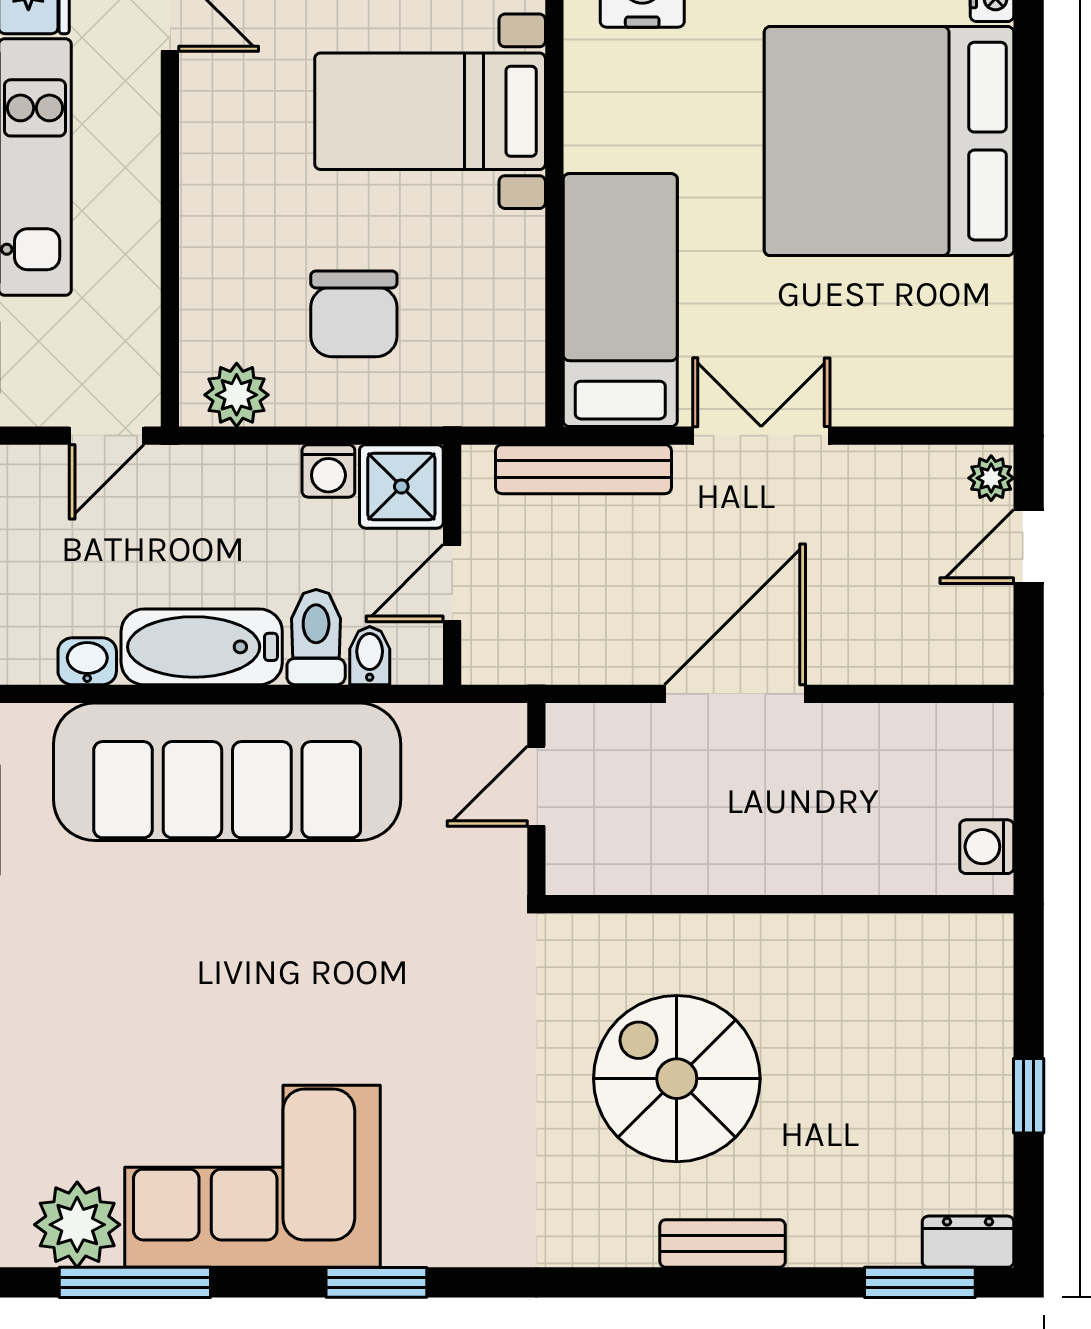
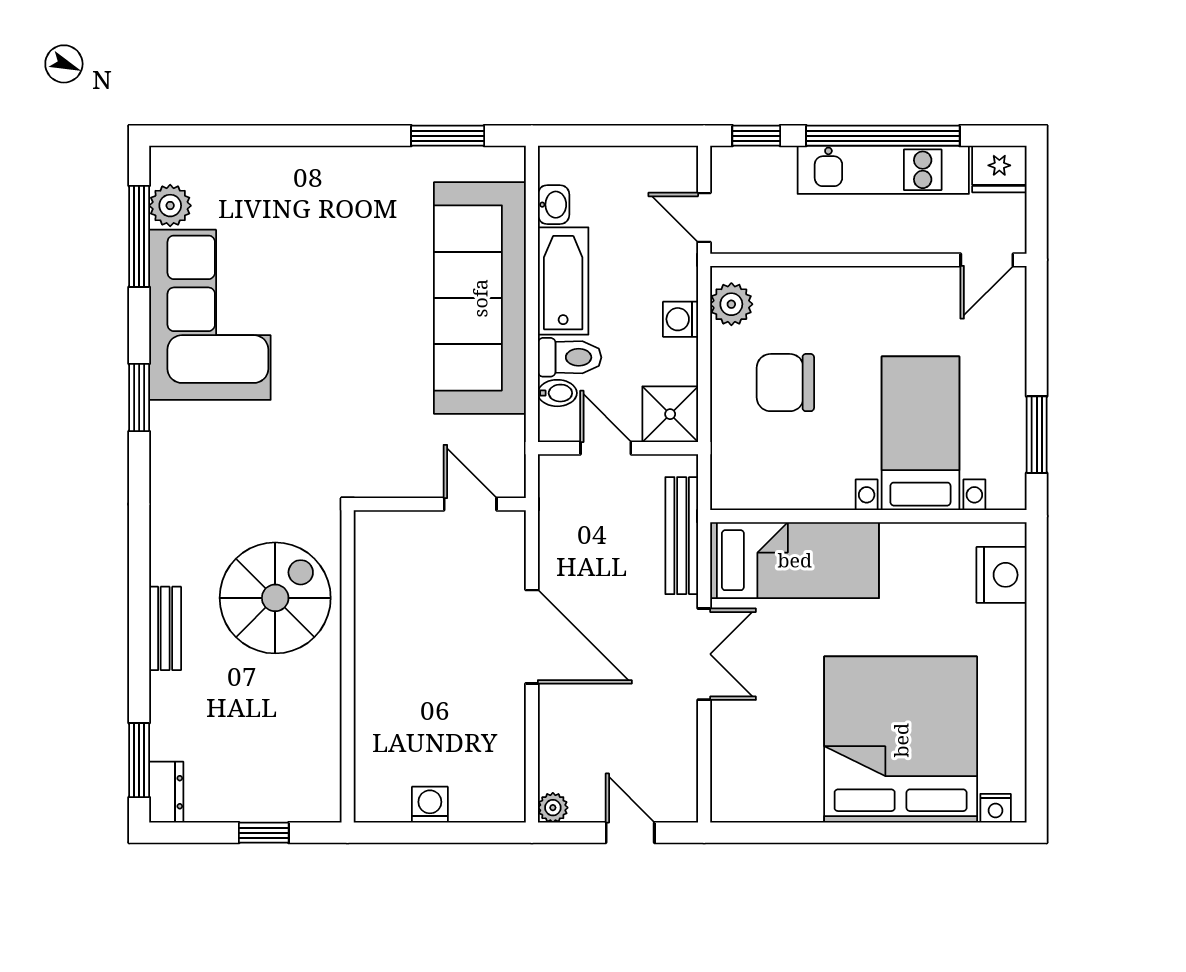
washing machine: (328, 471) -> (681, 319), moved
plant: (991, 478) -> (553, 808), moved
wall: (779, 904) -> (348, 666), moved
plant: (77, 1225) -> (170, 206), width x0.73, depth x0.73

